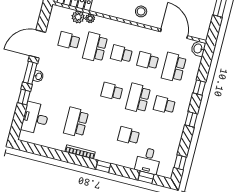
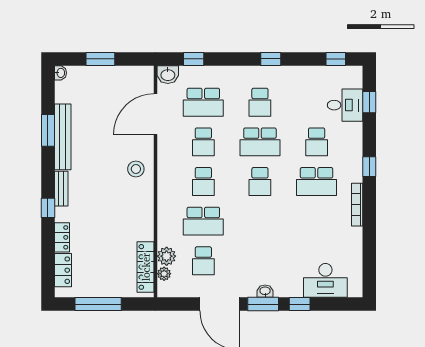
plant: (90, 18) -> (164, 274), moved
window: (199, 87) -> (194, 59), moved
school desk: (76, 122) -> (317, 182), moved

